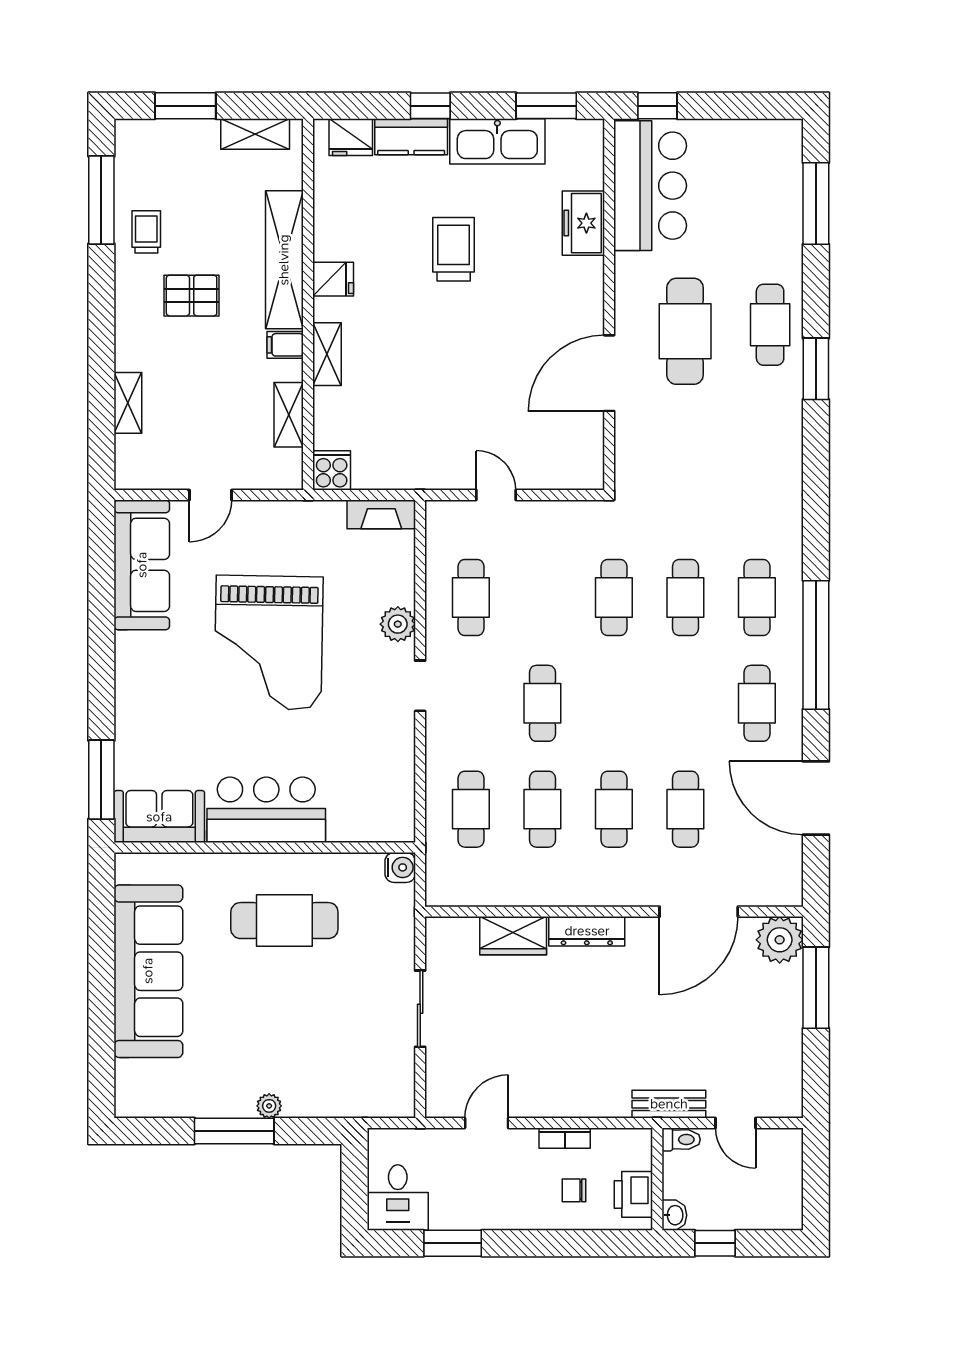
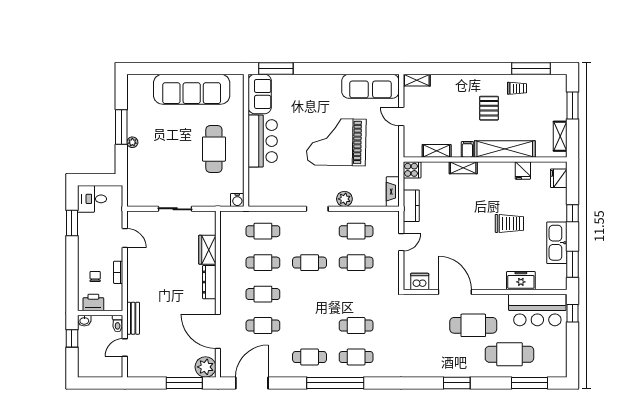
kitchen counter: (411, 137) -> (411, 206), moved, turned 180
fridge: (333, 279) -> (523, 170), moved
cafe table: (770, 325) -> (509, 354), moved, width x1.37, depth x1.35
shelving: (128, 403) -> (417, 80), moved
dishwasher: (585, 453) -> (420, 282), added
cafe table: (614, 597) -> (356, 263), moved
door: (816, 798) -> (252, 383), moved

